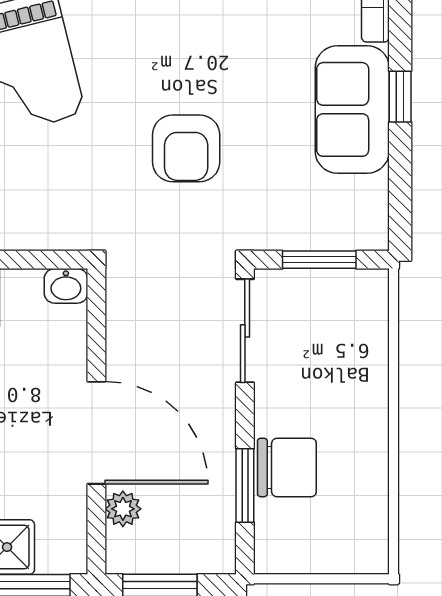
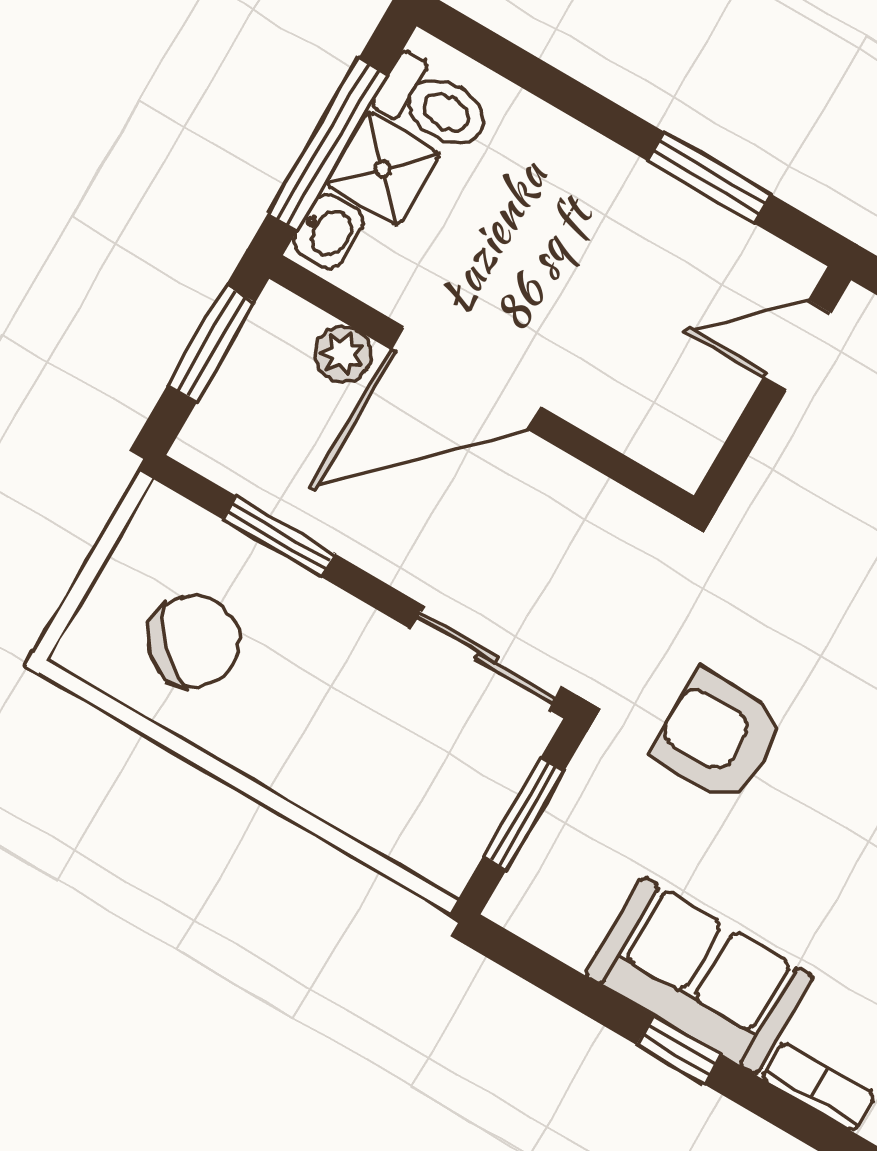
armchair: (186, 148) -> (719, 737), moved
washbasin: (66, 286) -> (328, 231), moved, turned 180
chair: (287, 467) -> (194, 641), moved, turned -135

